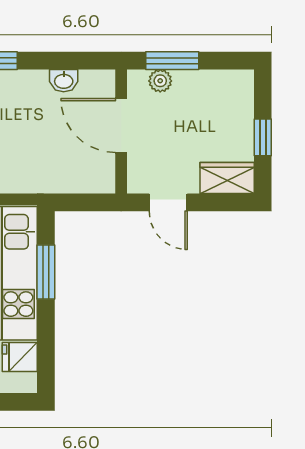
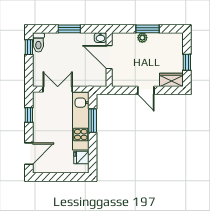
door: (121, 125) -> (109, 57), moved
wall: (121, 131) -> (109, 60), moved

